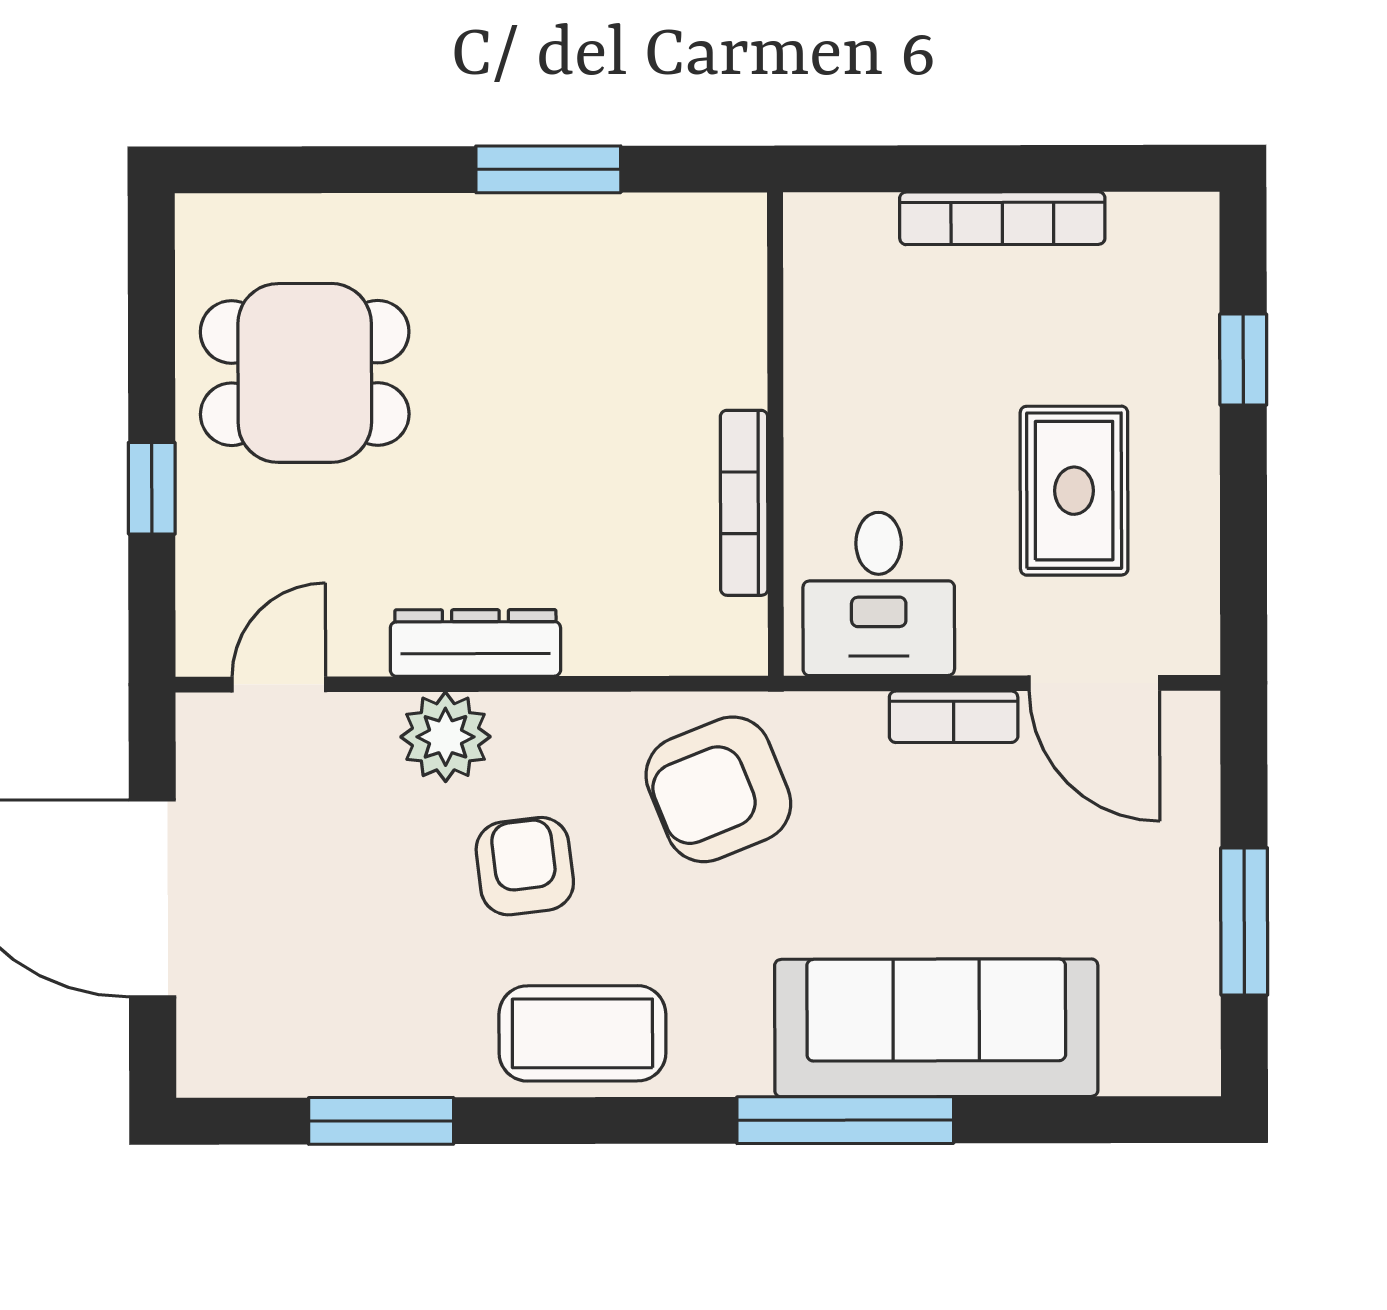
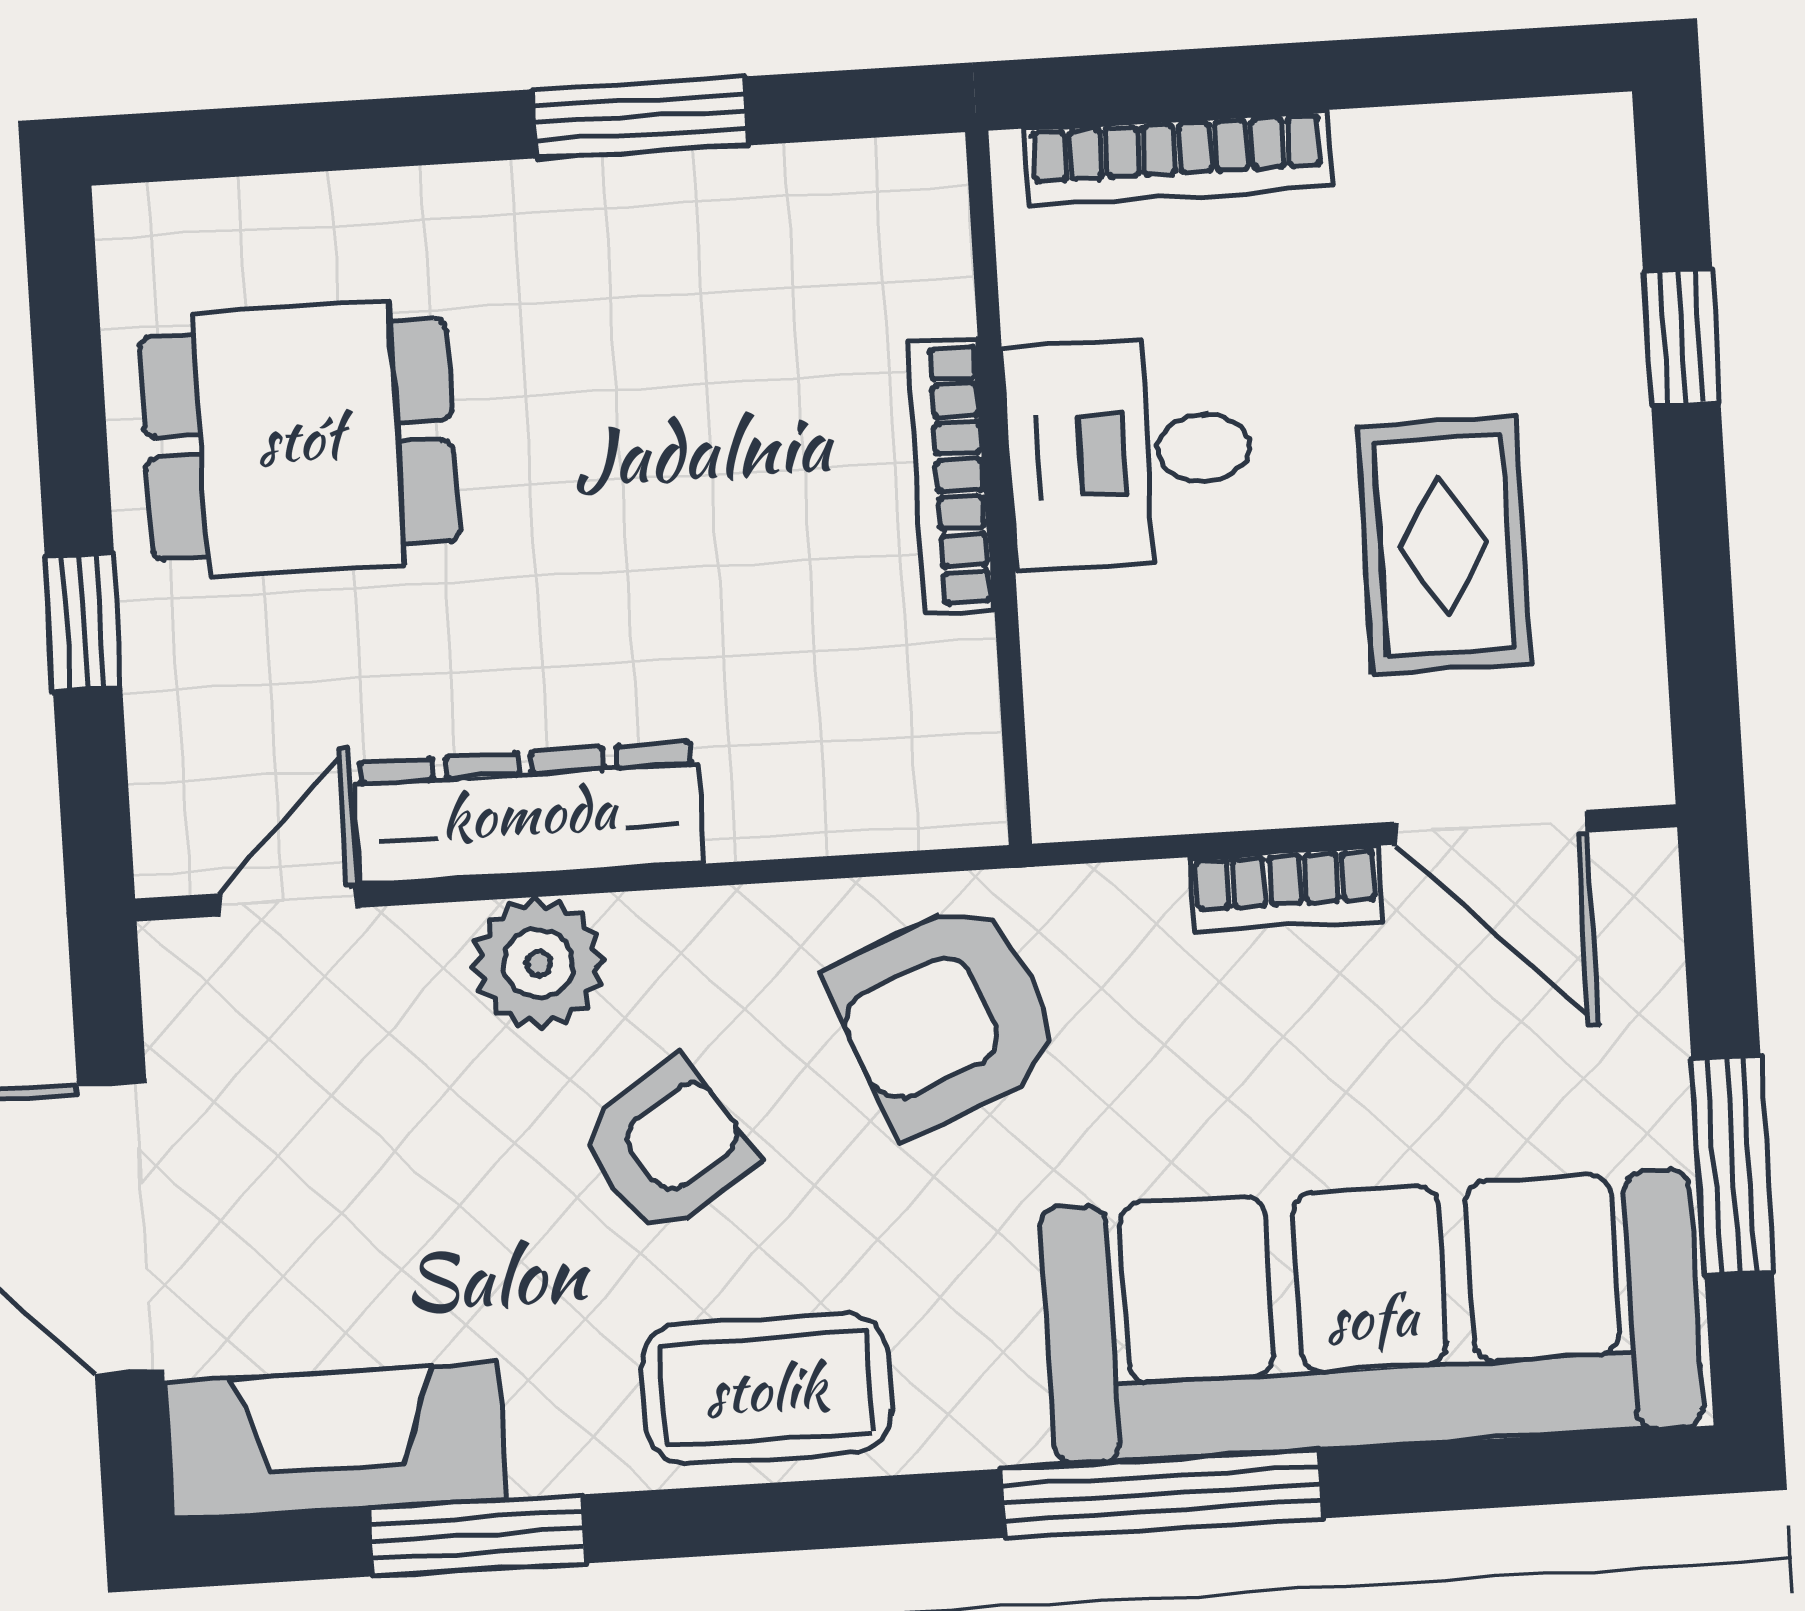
bookcase: (1002, 218) -> (1177, 158), moved
bookcase: (744, 503) -> (951, 476), moved
desk: (879, 594) -> (1129, 453), moved, turned 90
dresser: (475, 643) -> (528, 813), width x1.37, depth x1.24
armchair: (525, 866) -> (667, 1147), turned 64
sofa: (936, 1028) -> (1372, 1317), width x1.36, depth x1.27
fireplace: (289, 1051) -> (335, 1441), added

